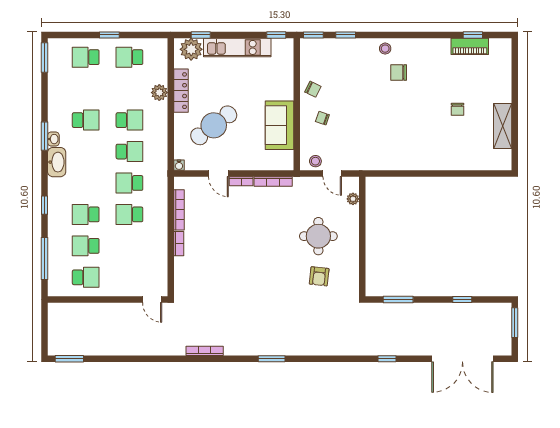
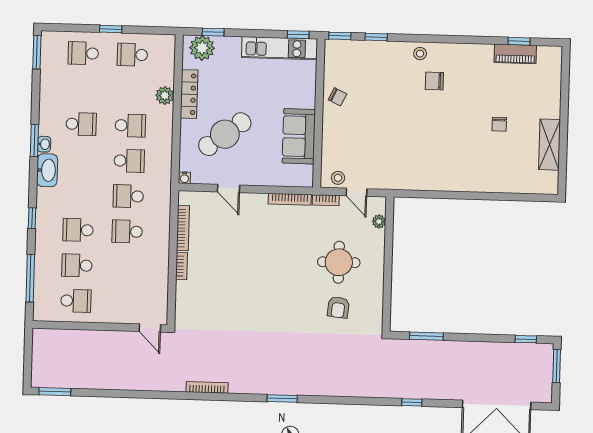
kitchen unit: (237, 47) -> (280, 48), moved
chair: (322, 118) -> (347, 130), removed
bookcase: (241, 181) -> (326, 200), moved
window: (462, 300) -> (526, 339), moved

